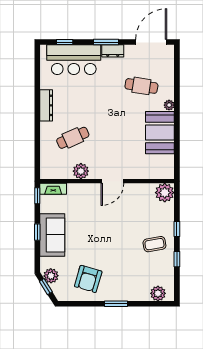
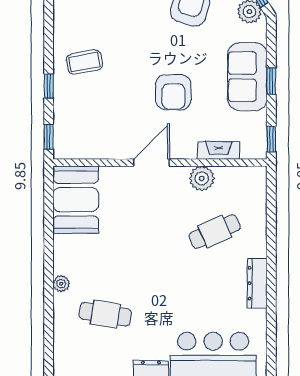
booth: (160, 133) -> (76, 200), moved
fireplace: (53, 189) -> (219, 150), moved
plant: (165, 193) -> (68, 144), removed
armchair: (99, 225) -> (173, 92), added
window: (177, 259) -> (49, 137), moved

